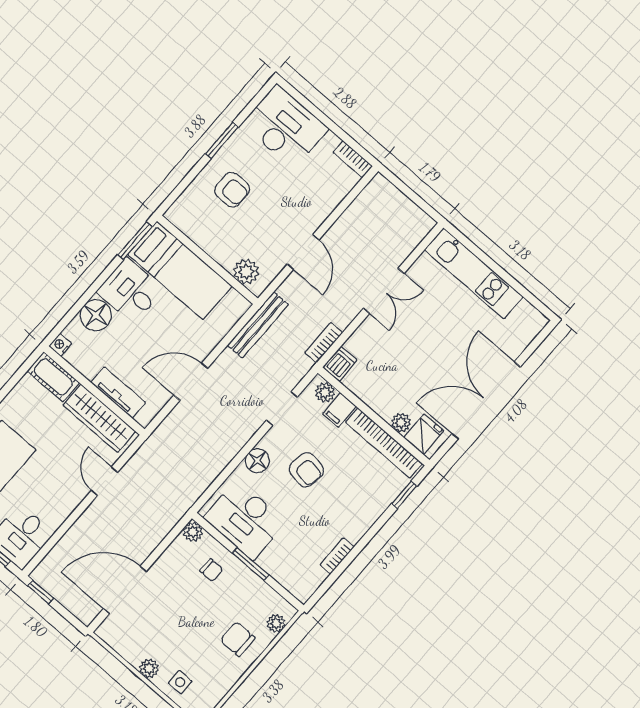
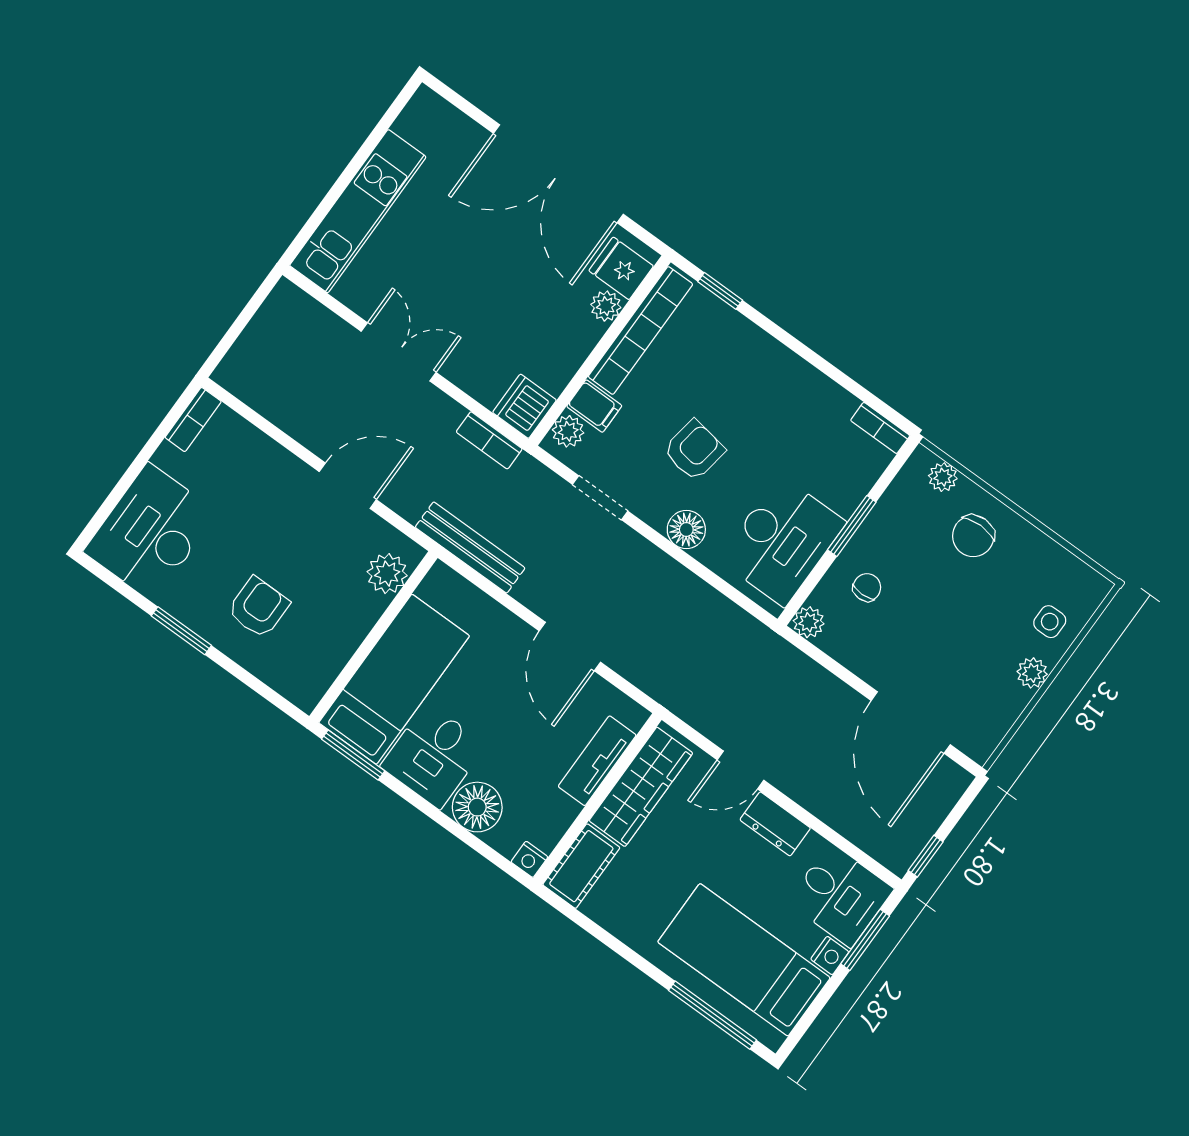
dishwasher: (340, 364) -> (524, 406), width x1.38
dresser: (69, 500) -> (775, 824), added
bookcase: (337, 556) -> (880, 428), moved

